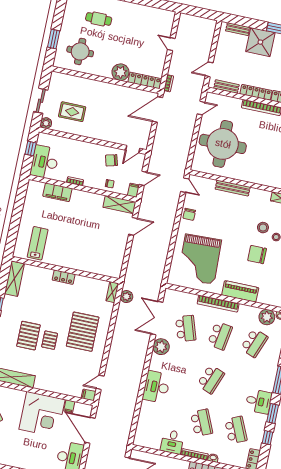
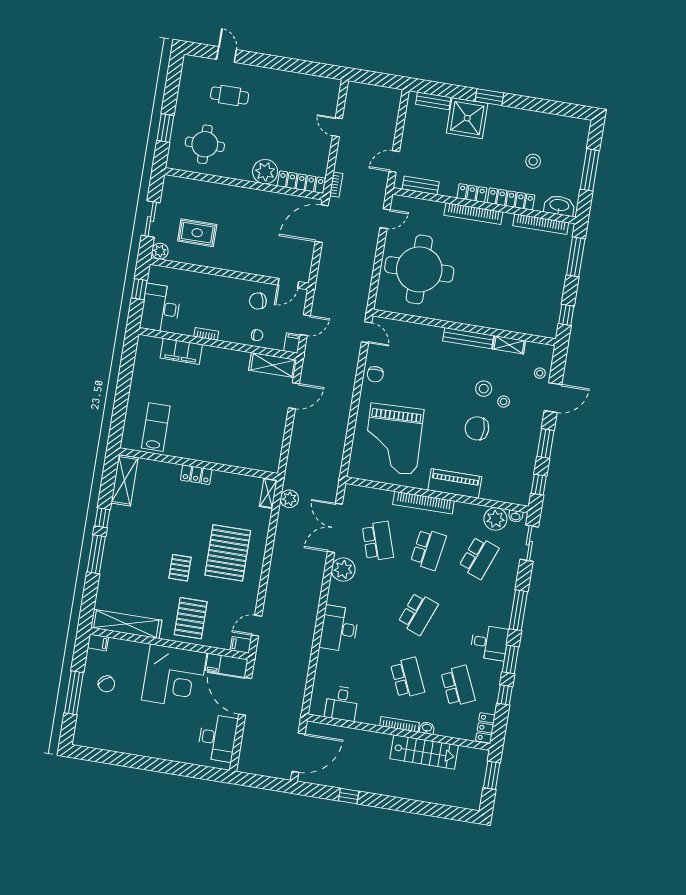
locker: (256, 92) -> (472, 193), width x0.66
bench: (233, 188) -> (468, 338), moved
pallet: (28, 336) -> (191, 618), moved
desk: (172, 442) -> (342, 703), moved

